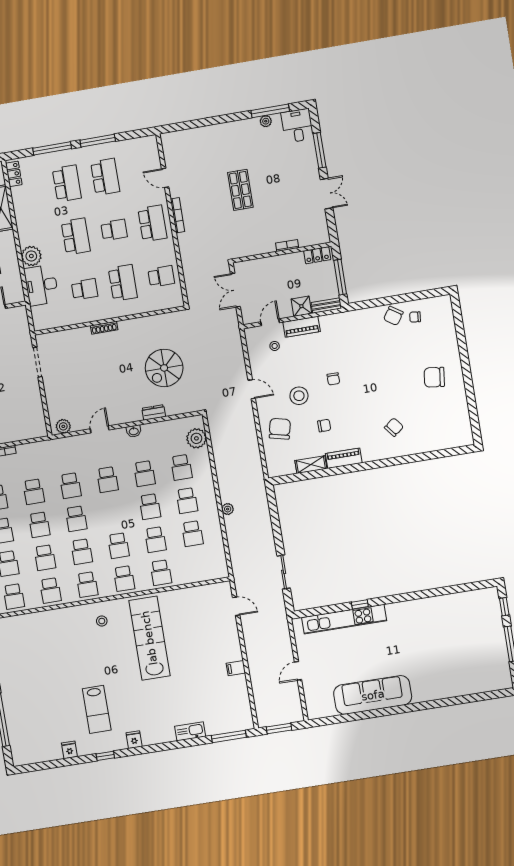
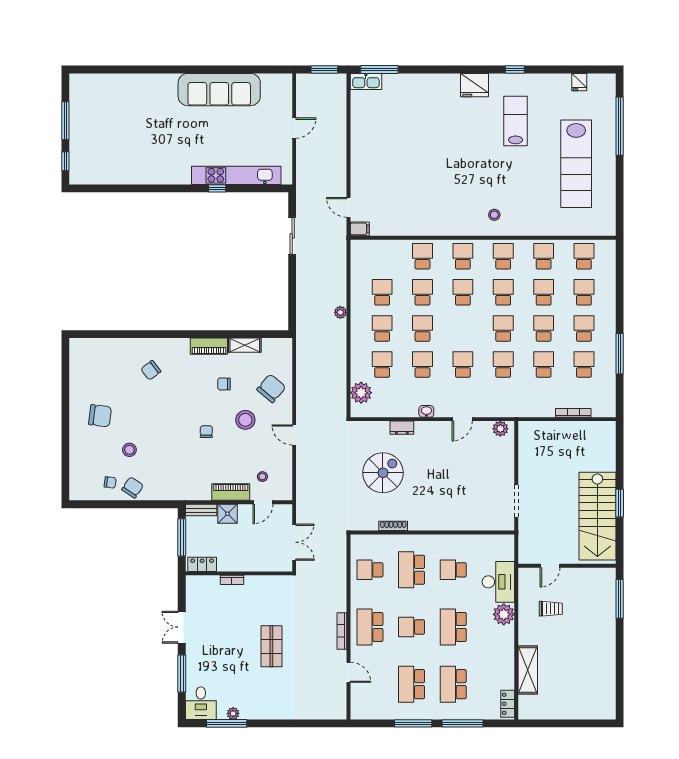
shoe rack: (104, 328) -> (393, 526), moved
stool: (402, 350) -> (129, 450), added
chair: (280, 429) -> (271, 388), turned -153
lab bench: (149, 638) -> (576, 164), moved
filing cabinet: (236, 668) -> (360, 229), moved
kitchen sink: (190, 731) -> (366, 82), moved
fridge: (134, 740) -> (474, 85), width x1.88, depth x1.34
fridge: (69, 750) -> (579, 82), moved

